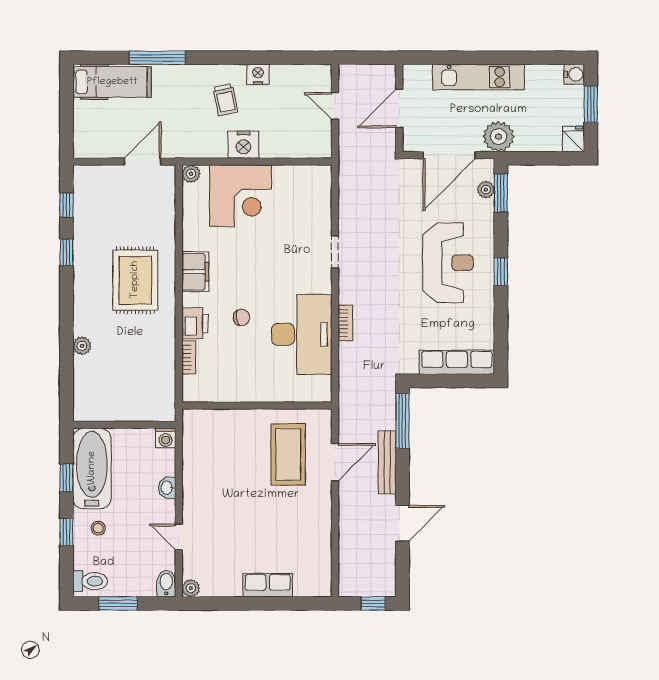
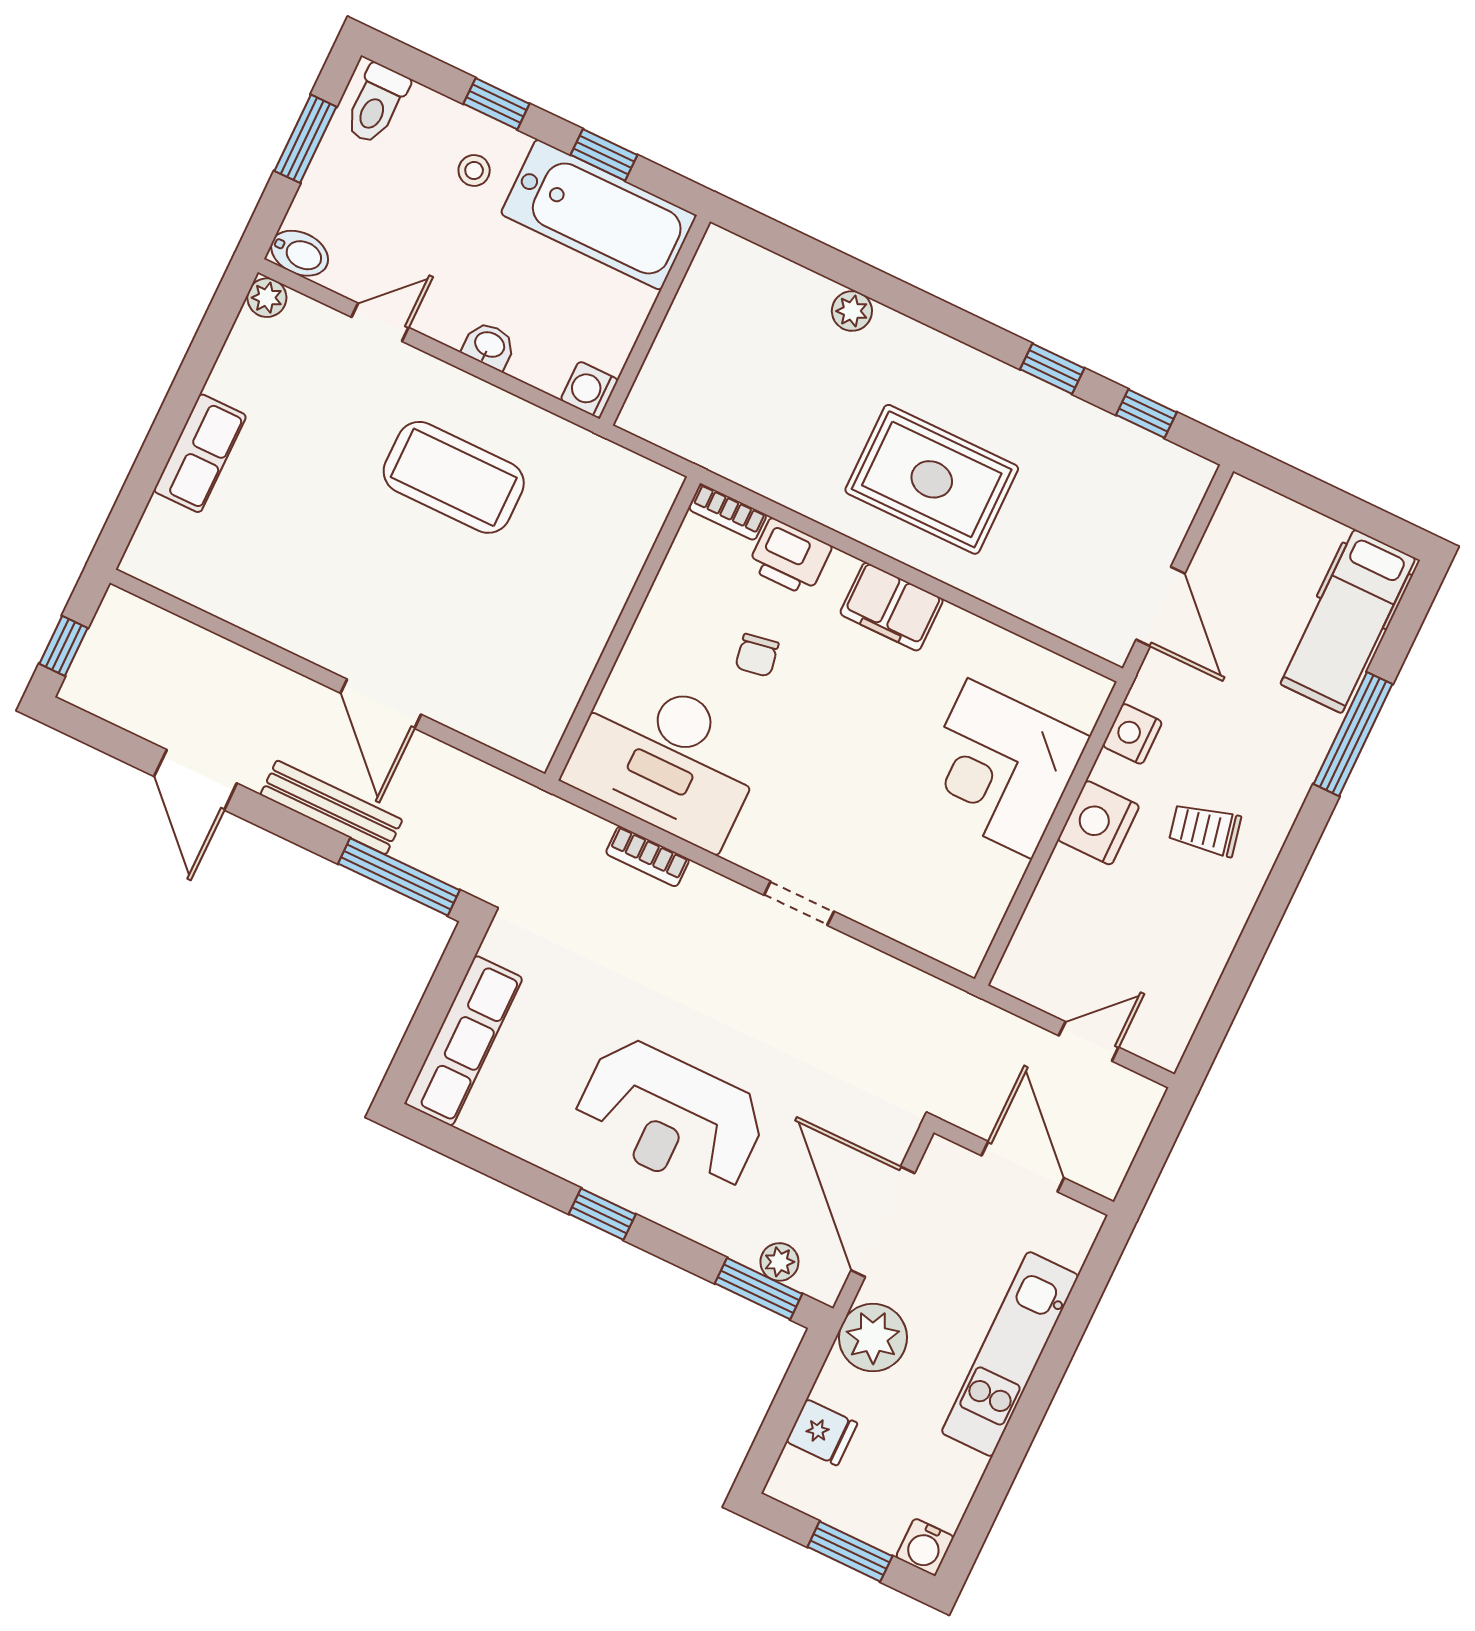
nightstand: (258, 74) -> (1132, 734), moved, turned 180
fridge: (573, 139) -> (822, 1432), moved
plant: (191, 174) -> (1091, 691), removed
wall: (257, 405) -> (623, 629), moved
coffee table: (288, 455) -> (454, 477), moved

